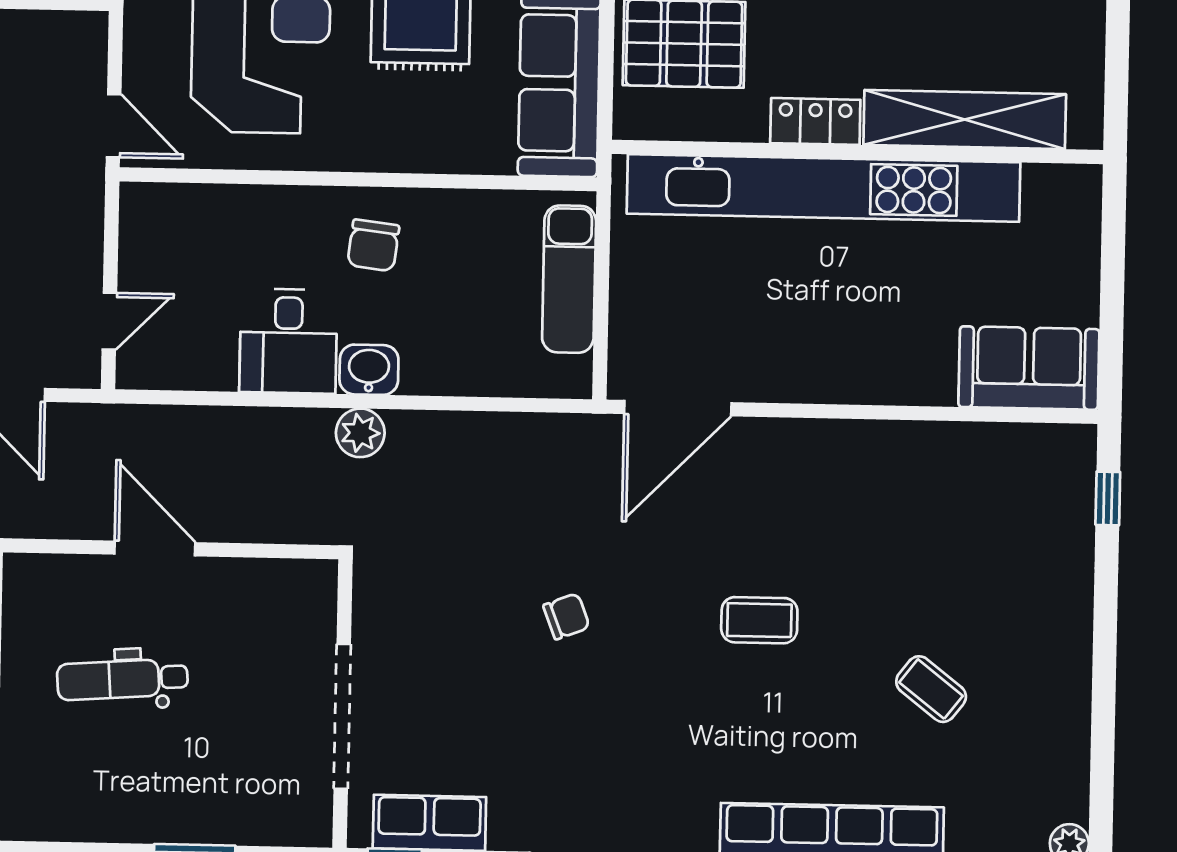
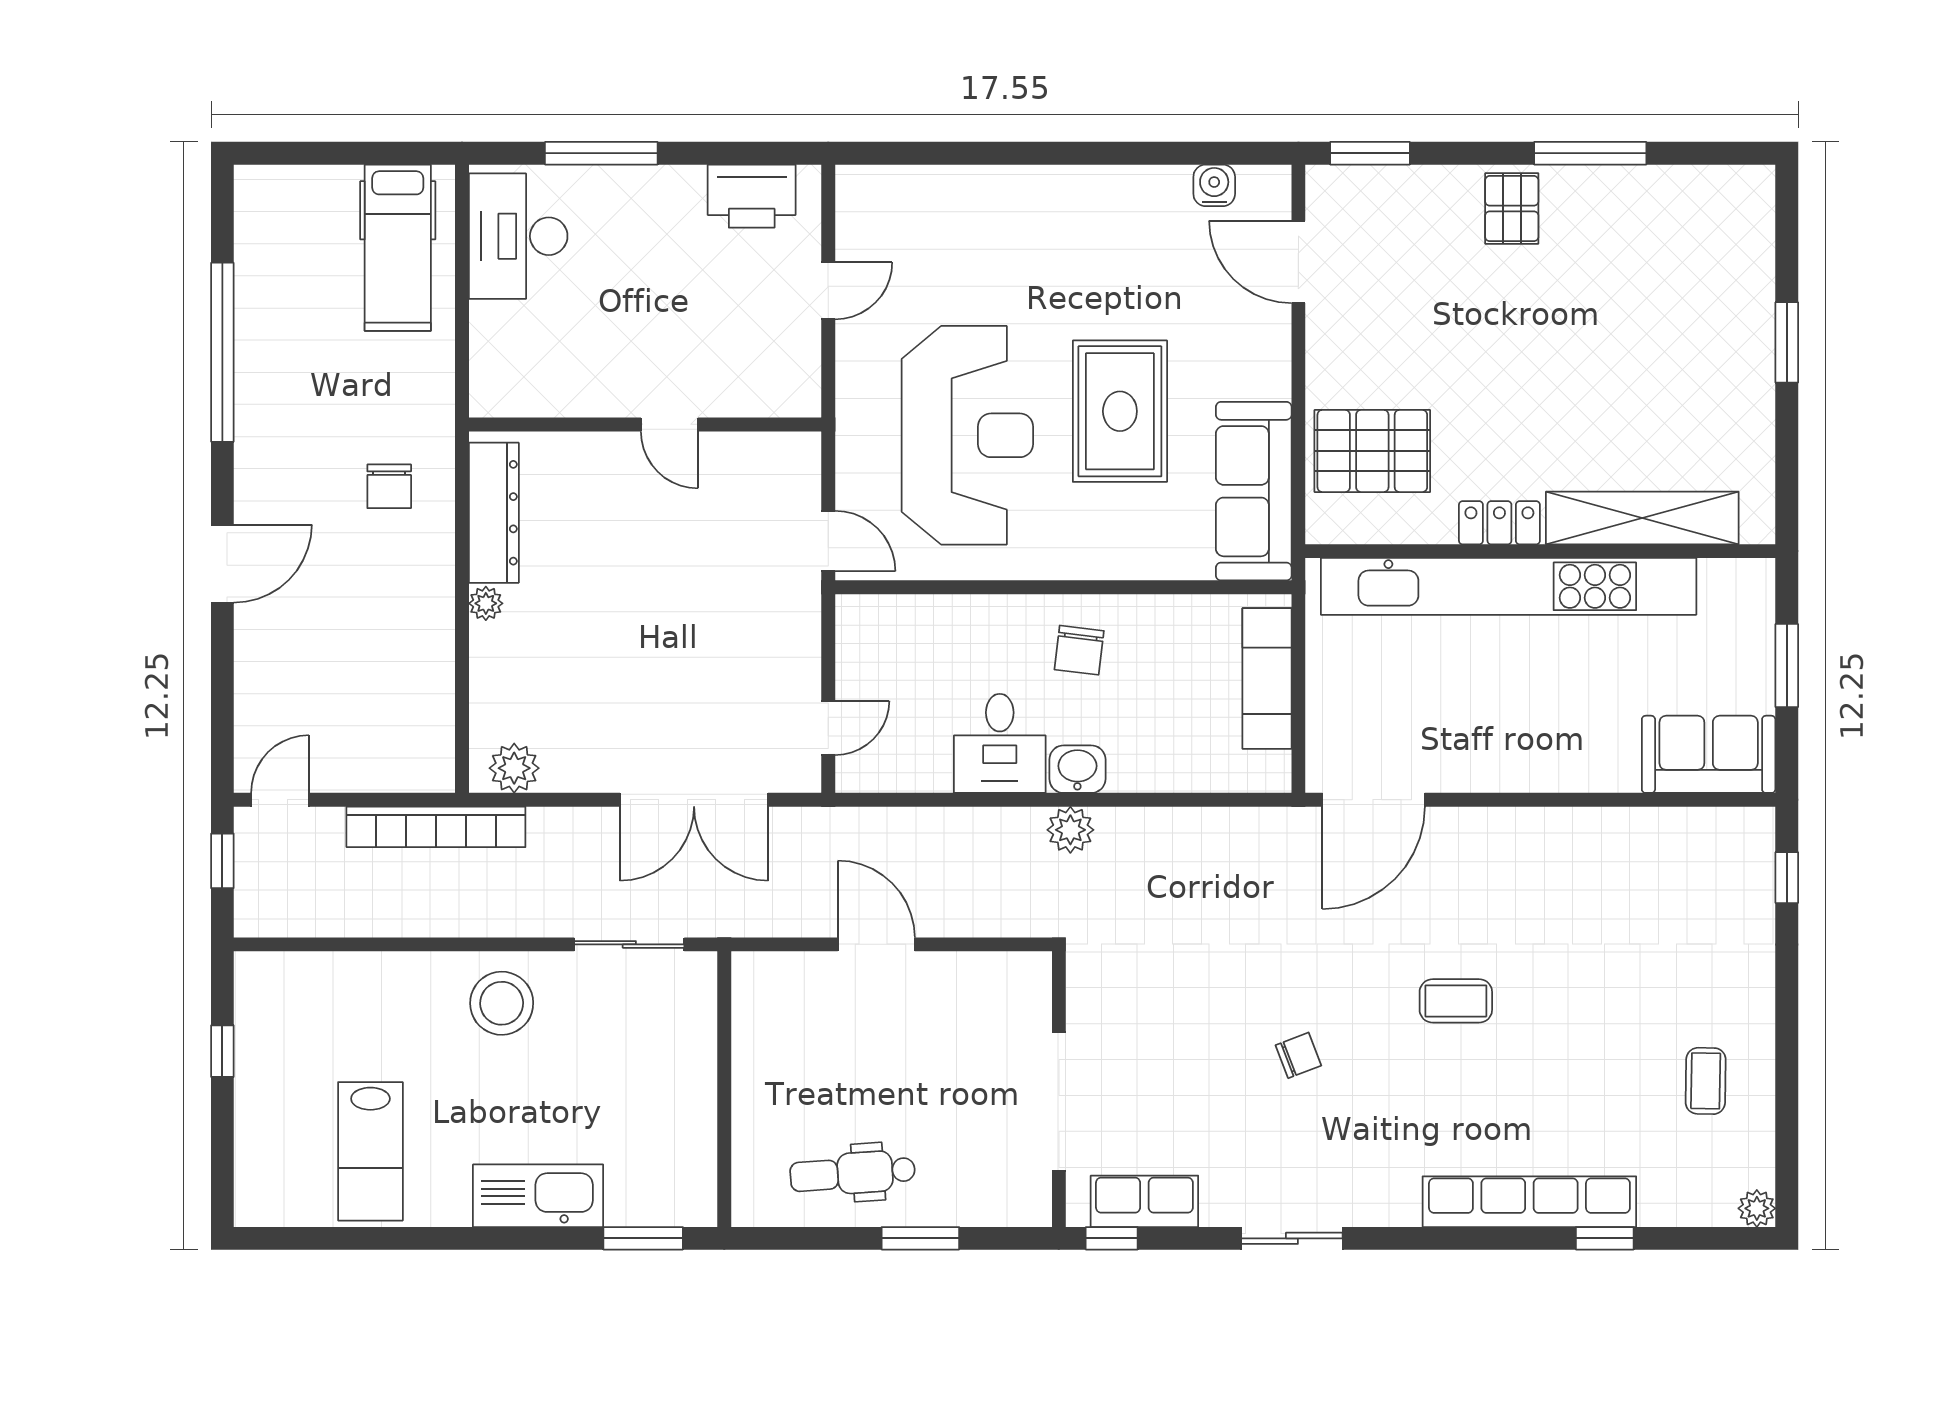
window: (1112, 277) -> (1787, 666), added
chair: (566, 616) -> (1298, 1055), moved
dental chair: (122, 679) -> (853, 1173), moved
coffee table: (931, 689) -> (1706, 1081), moved, turned 53

